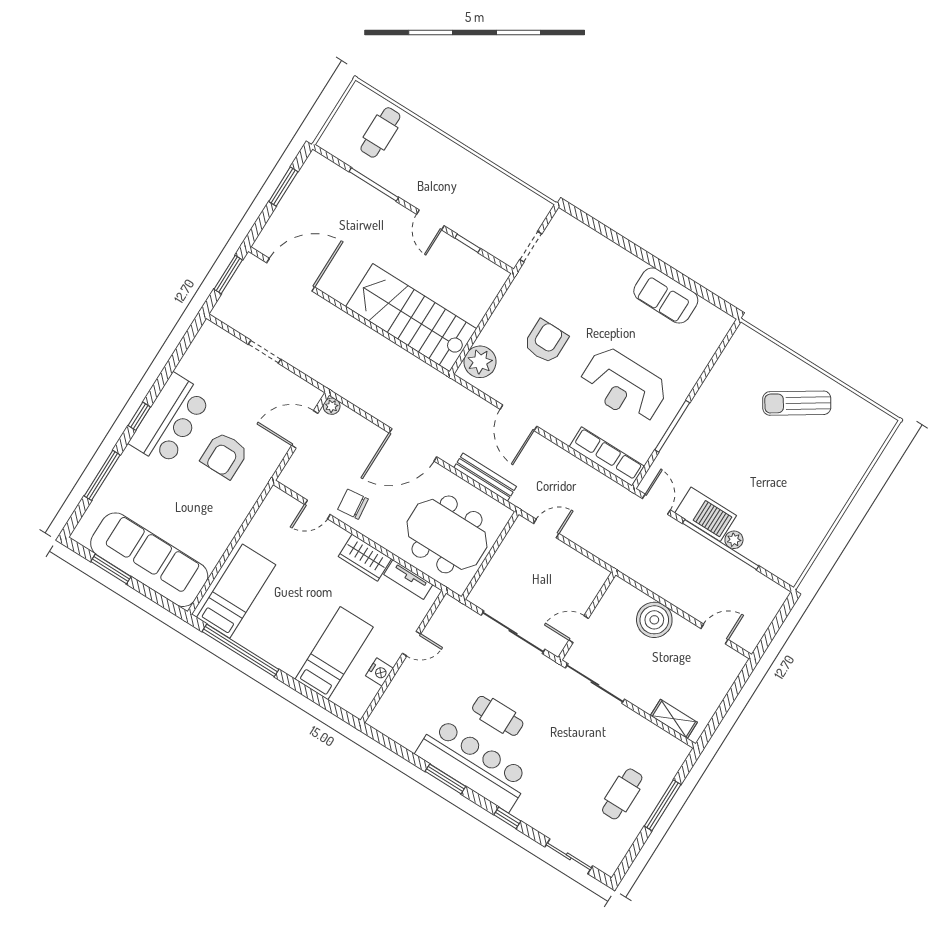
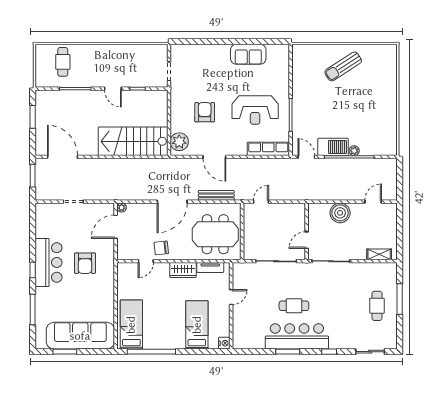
door: (291, 275) -> (63, 157), hinge flipped
nightstand: (379, 672) -> (224, 343), moved

